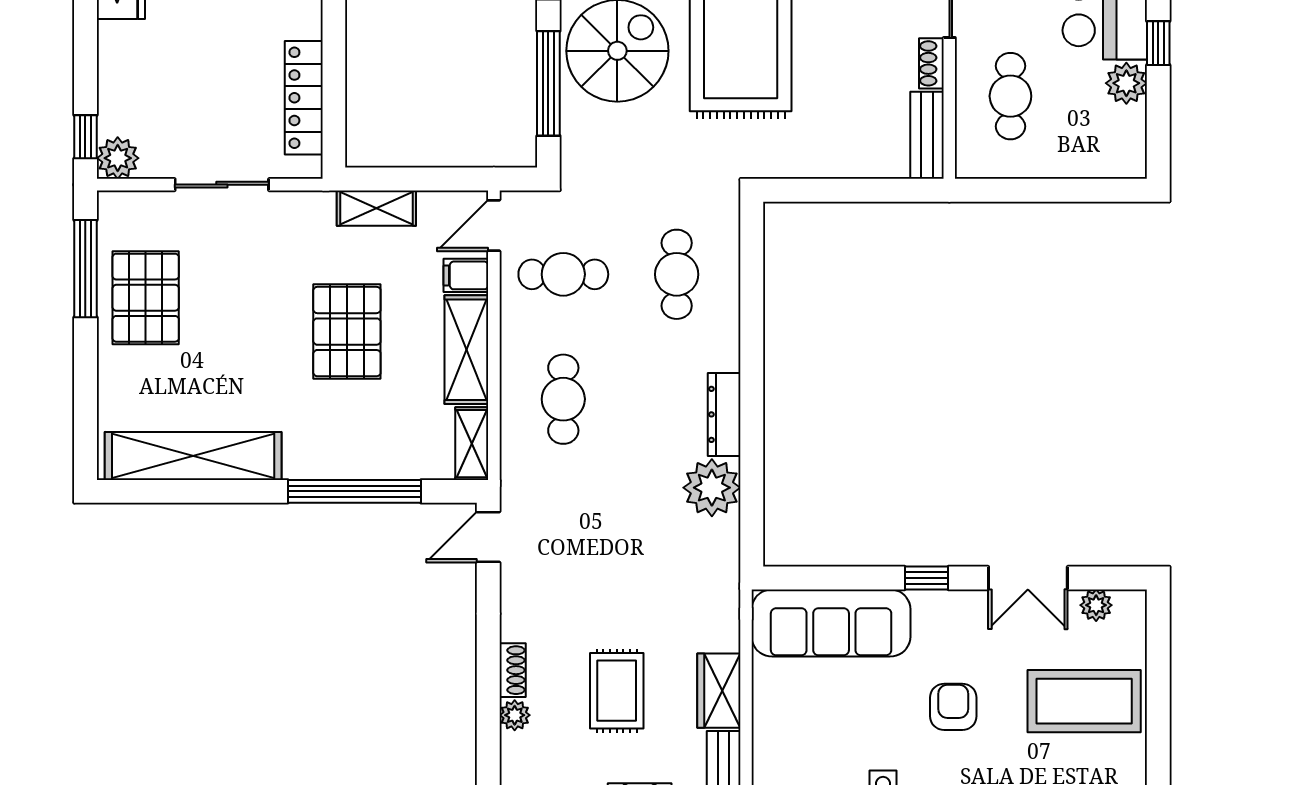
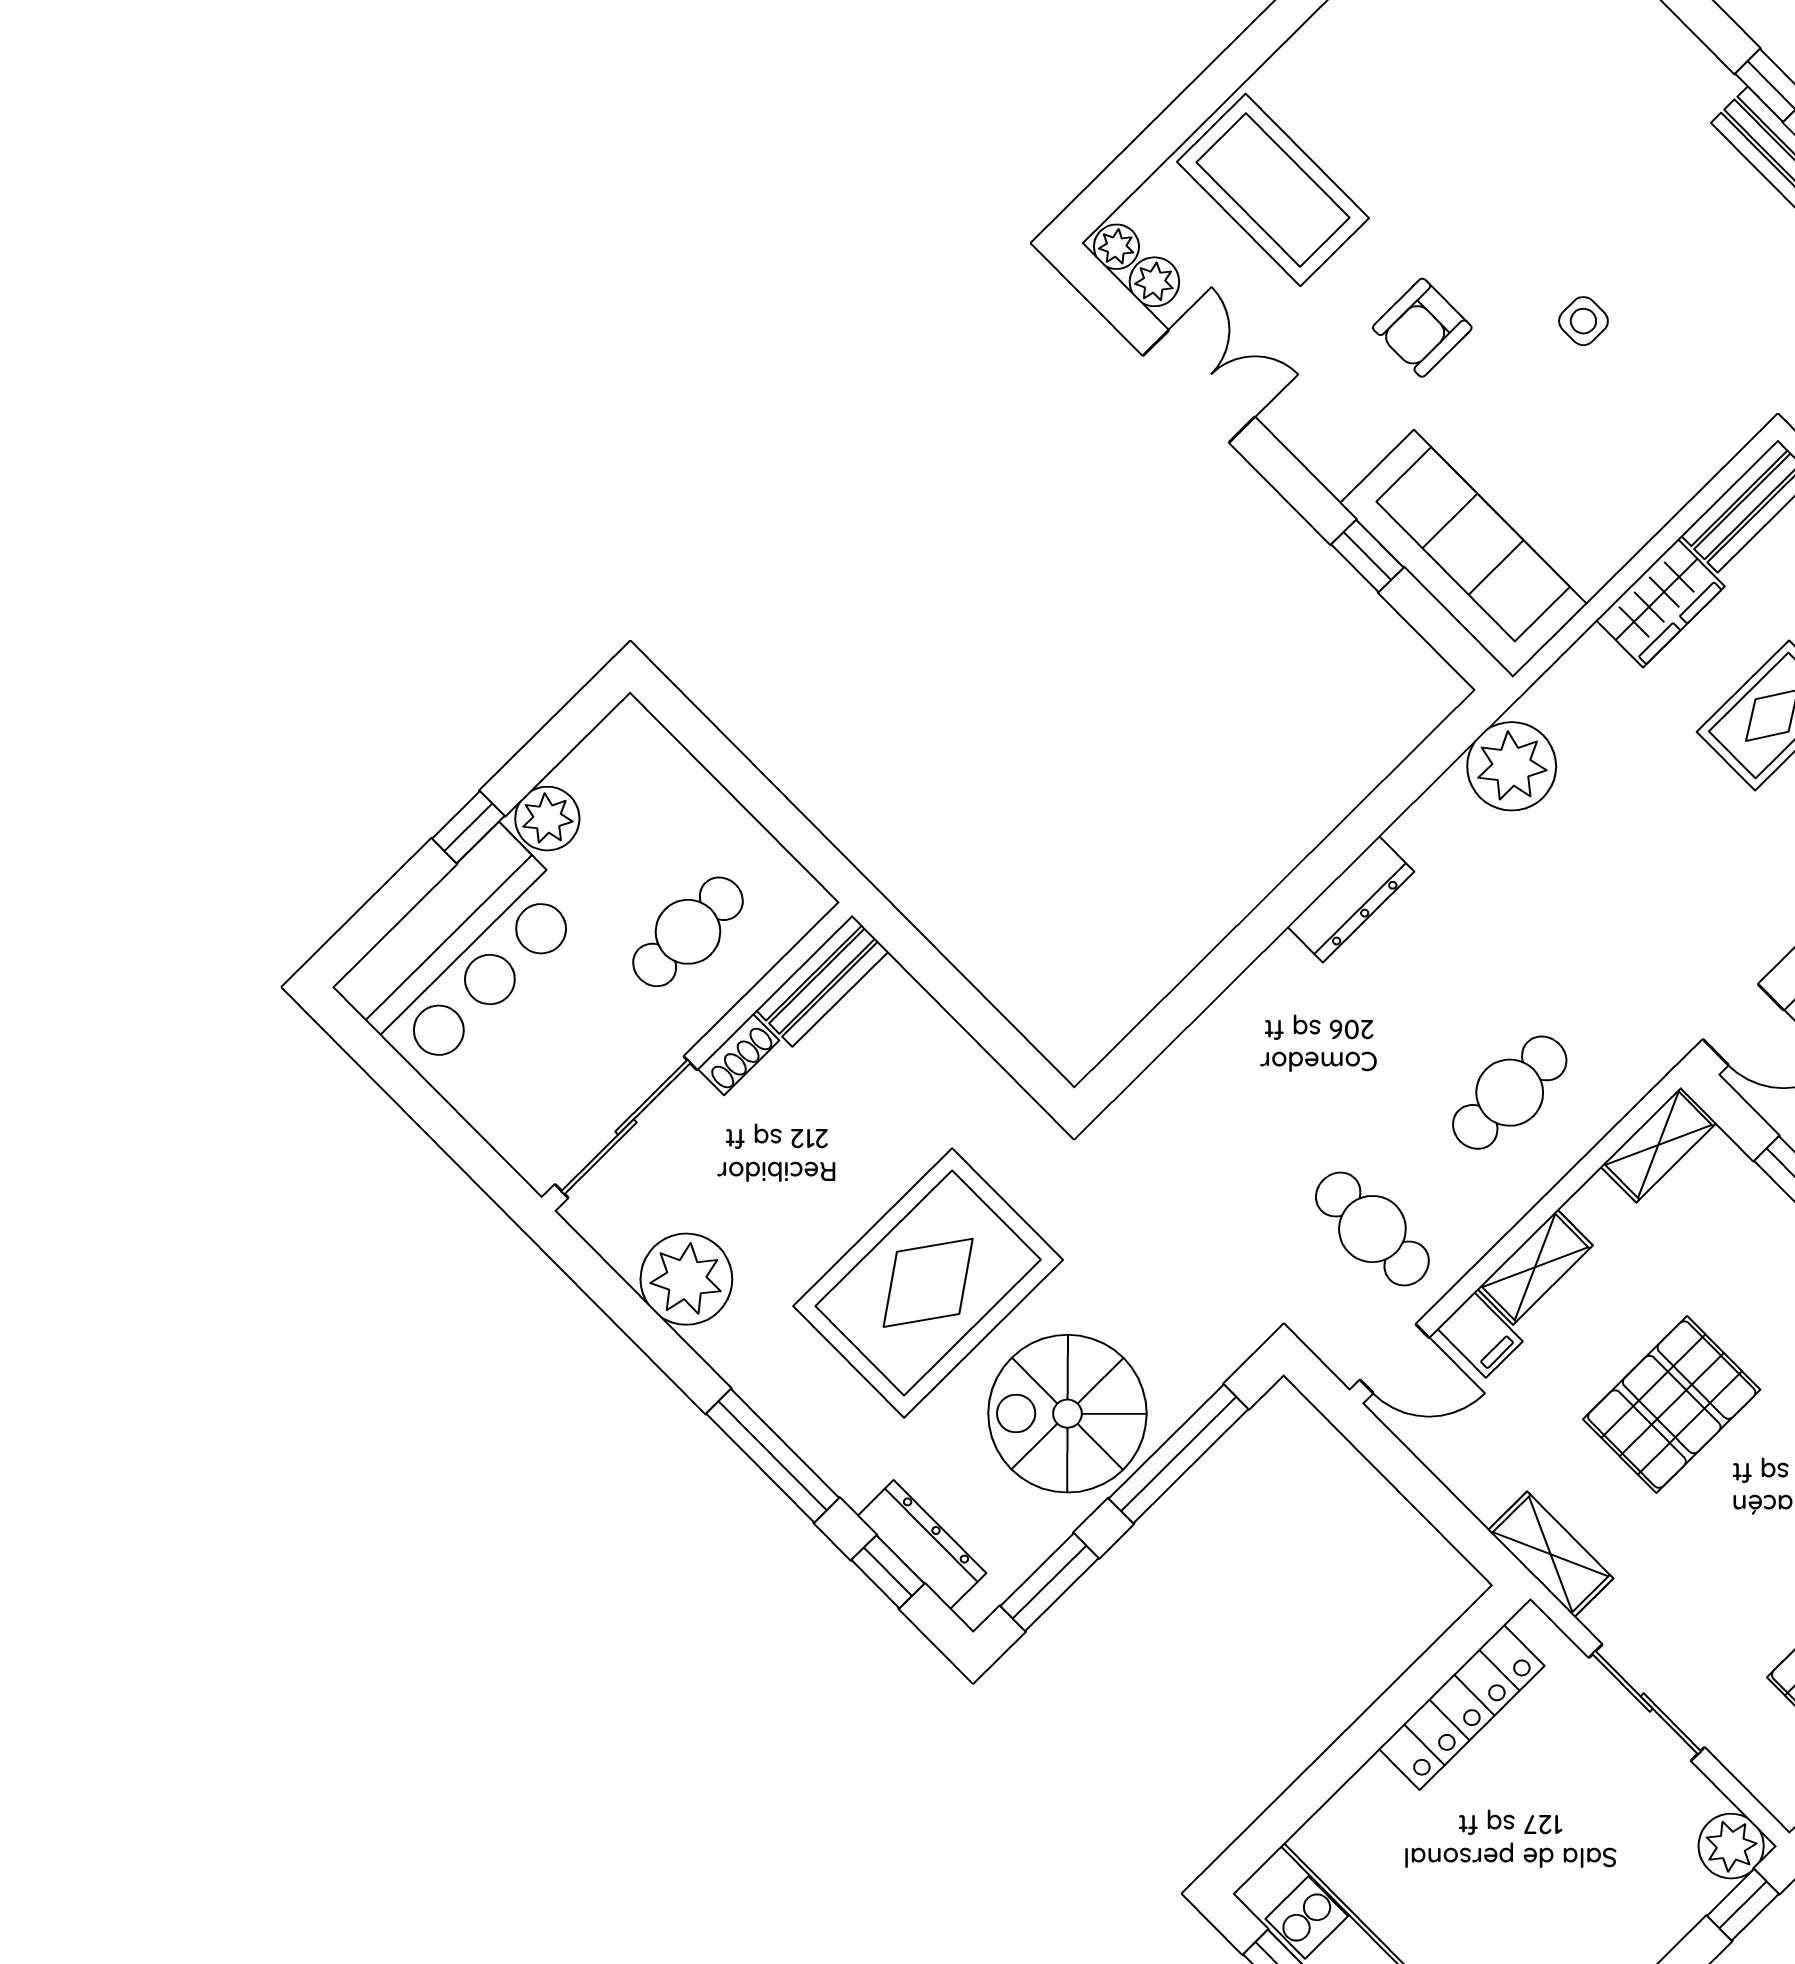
shelving: (376, 208) -> (1551, 1554), moved
cafe table: (677, 274) -> (1249, 1104), removed
shelving: (466, 350) -> (1535, 1267), width x0.67, depth x0.75
plant: (712, 488) -> (1512, 766), moved
window: (926, 578) -> (1367, 556), moved
plant: (1129, 604) -> (1116, 247), added

